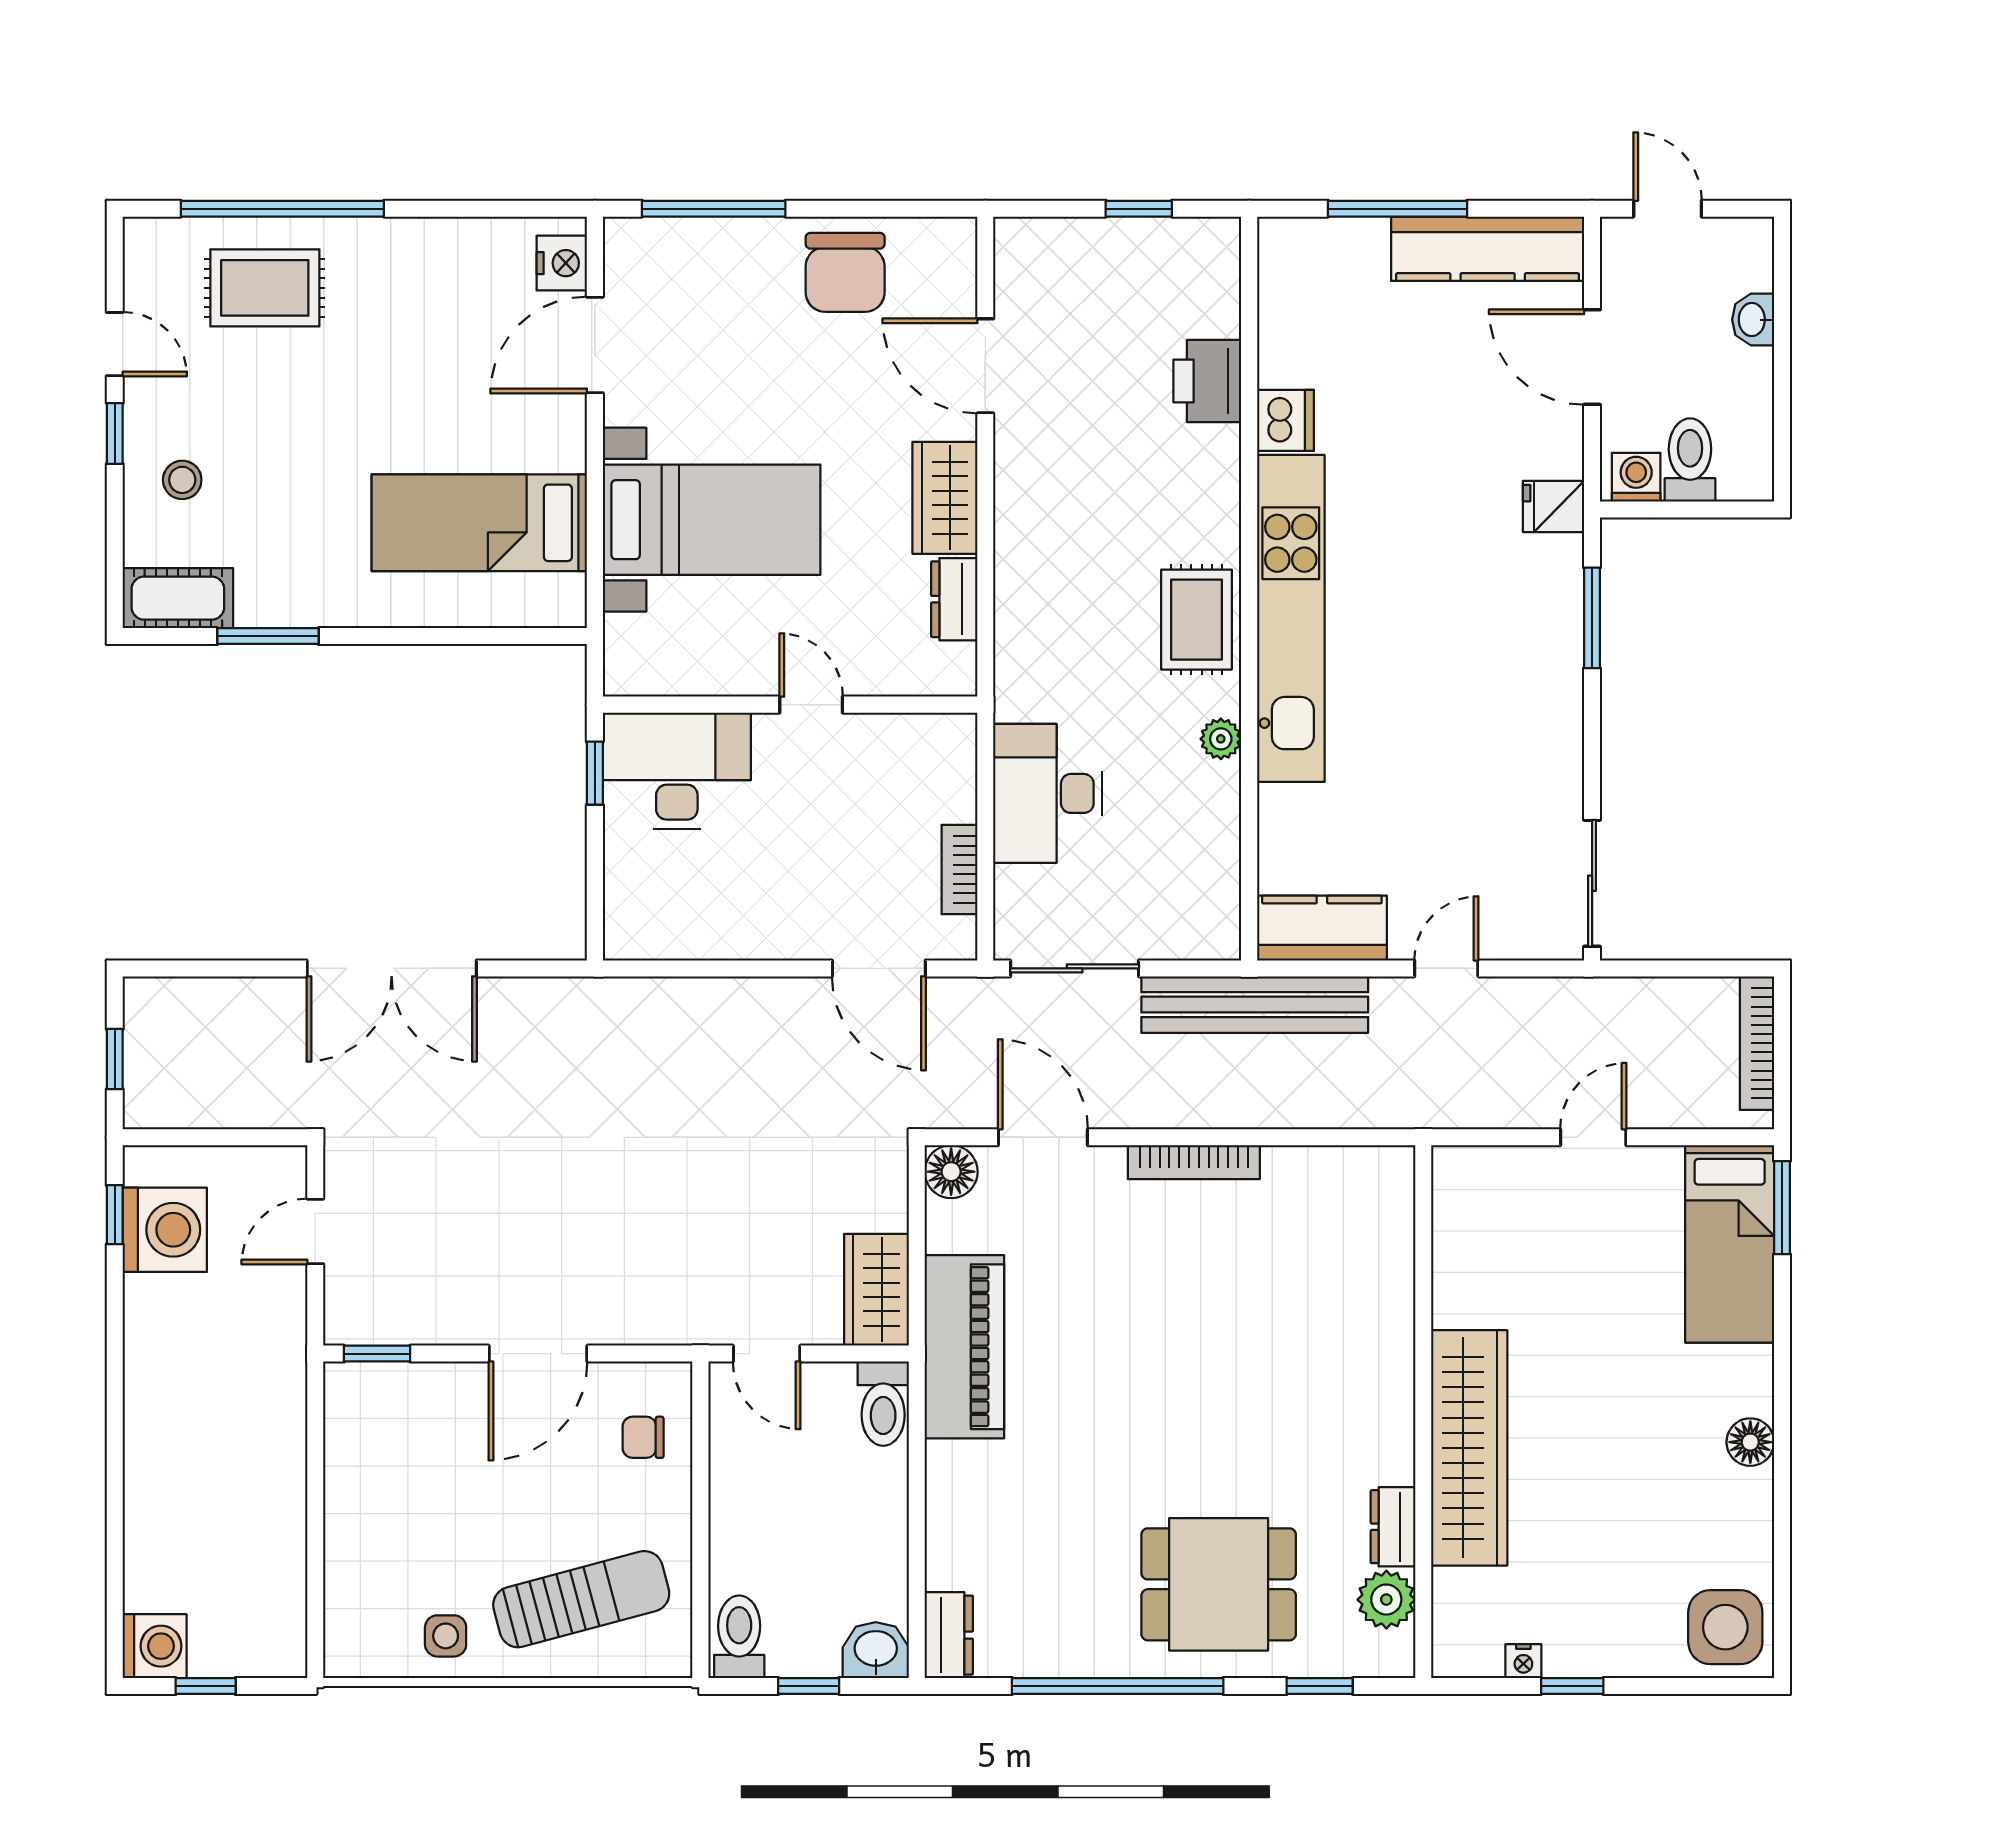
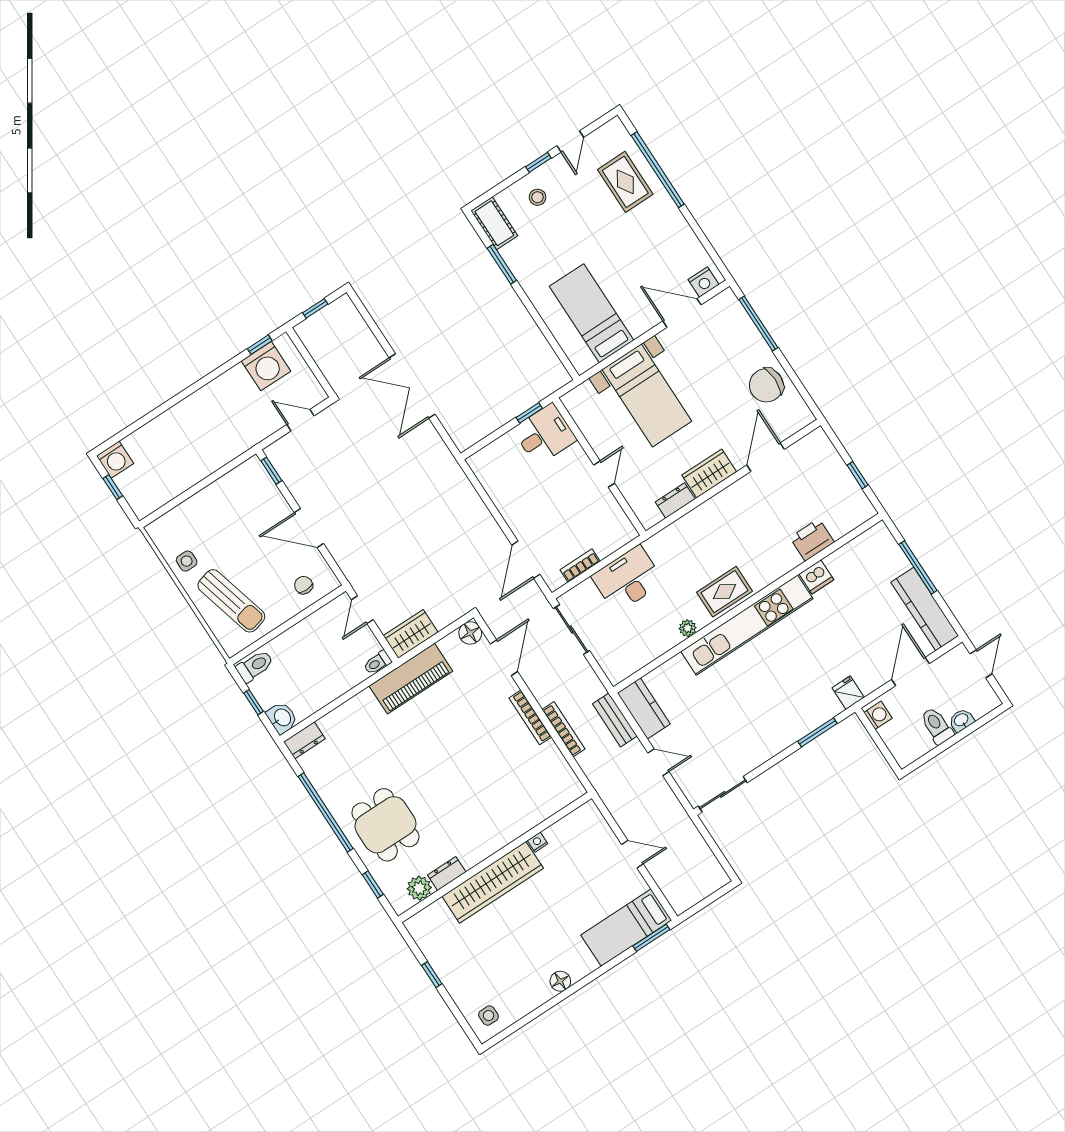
toilet: (1690, 460) -> (937, 726), moved, turned -90
desk: (677, 771) -> (545, 434), width x0.73
bench: (1255, 1005) -> (615, 720), width x0.54, depth x0.82
bookcase: (1757, 1043) -> (563, 729), moved, turned 90
toilet: (883, 1404) -> (377, 663), width x0.73, depth x0.72
side table: (1725, 1627) -> (488, 1016), width x0.54, depth x0.54
nightstand: (1523, 1661) -> (538, 842), moved, turned 90

